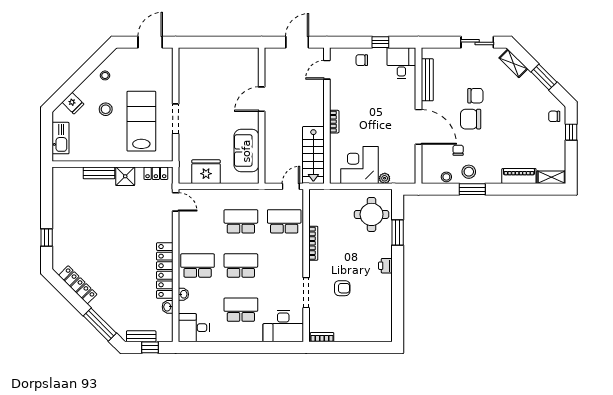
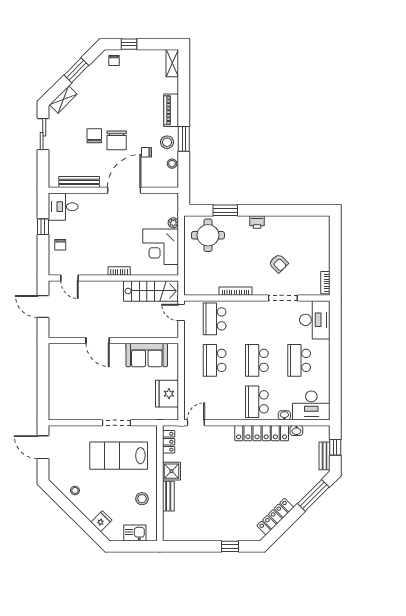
stool: (106, 109) -> (142, 499), moved
kitchen sink: (61, 138) -> (135, 533), width x0.73
piano: (519, 176) -> (171, 110), moved
armchair: (342, 288) -> (279, 263), turned 135
desk: (194, 328) -> (311, 405), width x1.37

